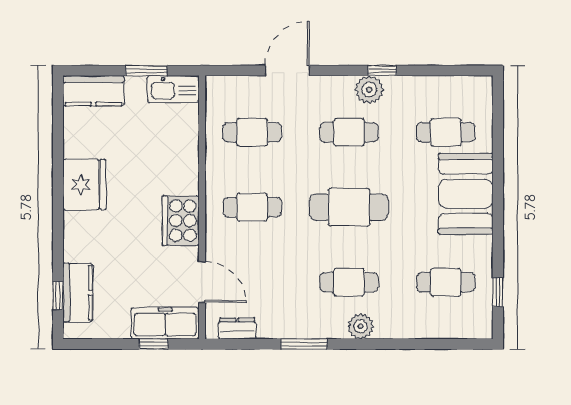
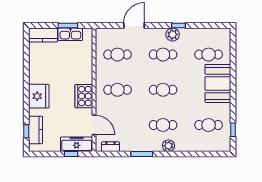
kitchen sink: (173, 89) -> (70, 34), moved
fridge: (84, 185) -> (39, 96), moved
cafe table: (349, 207) -> (163, 90), width x0.73, depth x0.74

